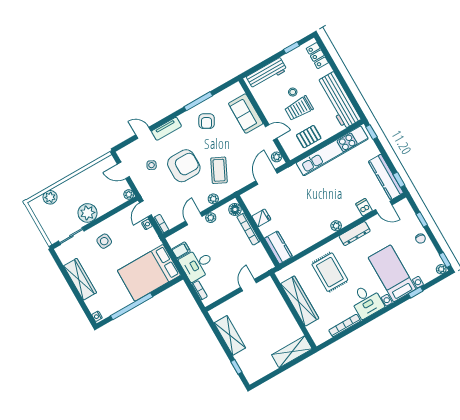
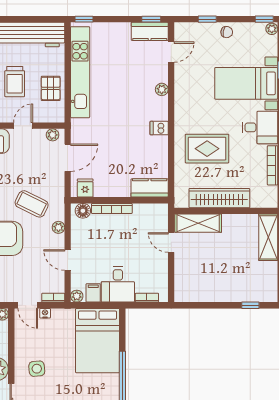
door: (266, 177) -> (68, 158), swing flipped
kitchen counter: (386, 177) -> (150, 31), width x0.67
dishwasher: (364, 207) -> (159, 128), moved
plant: (211, 218) -> (77, 296), moved
fridge: (261, 218) -> (85, 188), moved
plant: (336, 226) -> (162, 89), moved
dresser: (355, 234) -> (181, 99), removed
shelving: (230, 335) -> (198, 223), moved

